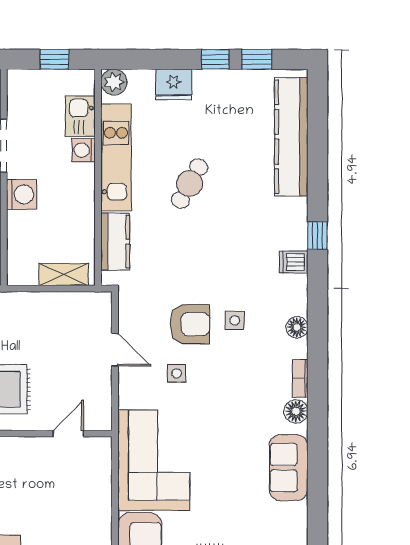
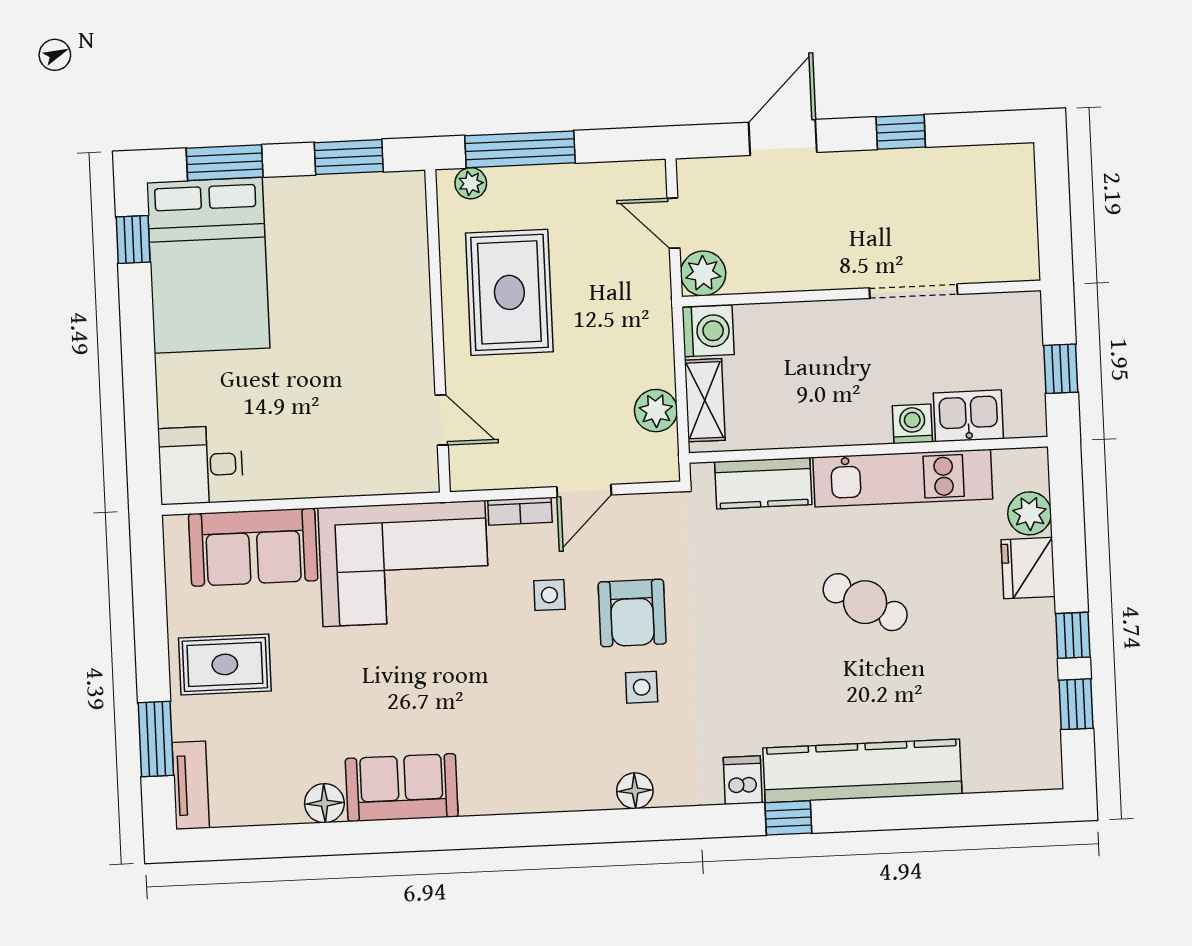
plant: (114, 82) -> (1030, 513), moved
kitchen counter: (291, 137) -> (862, 771), moved
washing machine: (22, 194) -> (708, 331), moved, turned -90
plant: (69, 304) -> (656, 411), added
bookcase: (300, 378) -> (520, 511), moved, turned 180
floor lamp: (296, 411) -> (324, 803), moved

